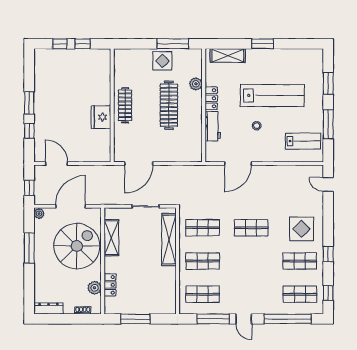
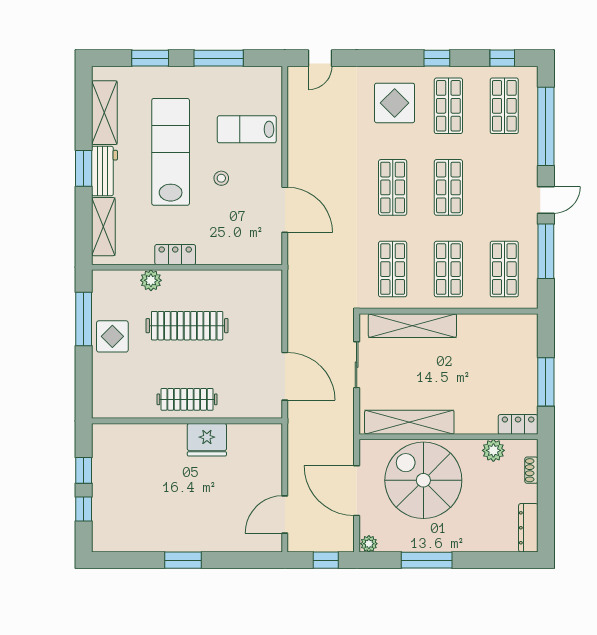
shelving: (296, 56) -> (104, 113), added
workbench: (213, 126) -> (104, 171), moved, turned 90
window: (29, 131) -> (230, 560), removed
lab bench: (303, 141) -> (247, 129), moved, turned -90
shelving: (111, 238) -> (409, 422), width x1.47
shop shelf: (251, 261) -> (448, 187), added
locker: (110, 285) -> (518, 424), moved

